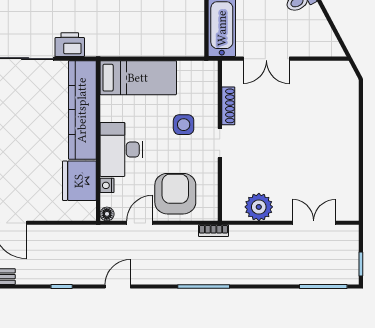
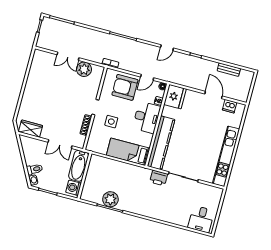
double door: (266, 59) -> (60, 144), swing flipped
wardrobe: (328, 72) -> (31, 129), added
fridge: (79, 181) -> (175, 97), moved
armchair: (175, 194) -> (125, 87), turned 90
double door: (314, 223) -> (68, 56), moved

